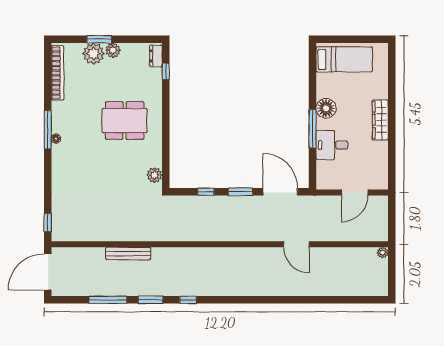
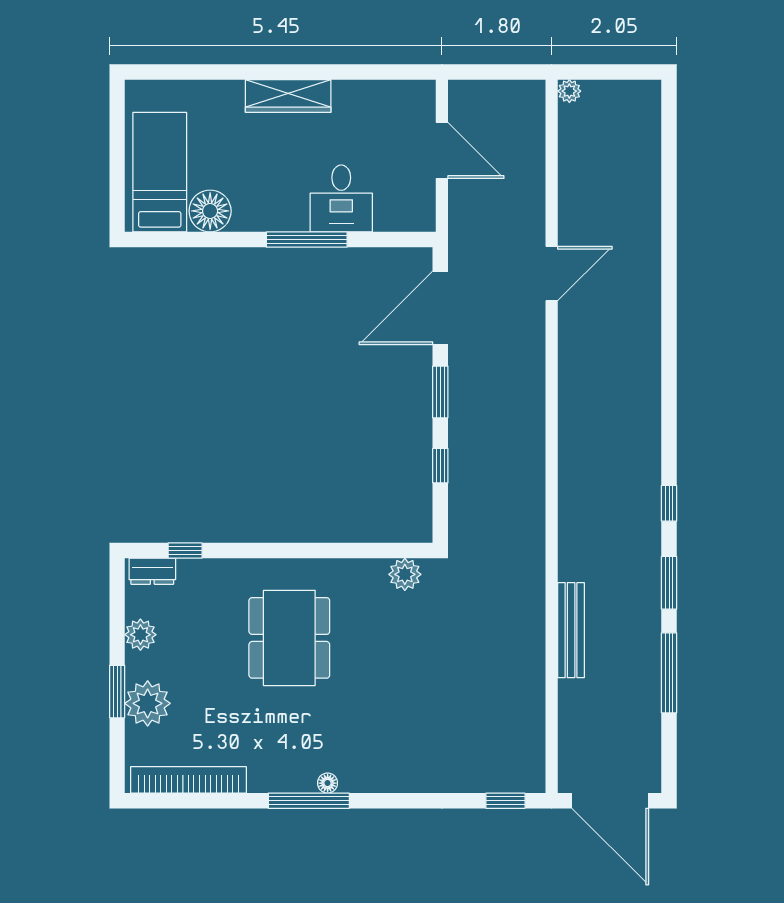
plant: (113, 50) -> (140, 635), moved
floor lamp: (326, 108) -> (210, 211), moved

